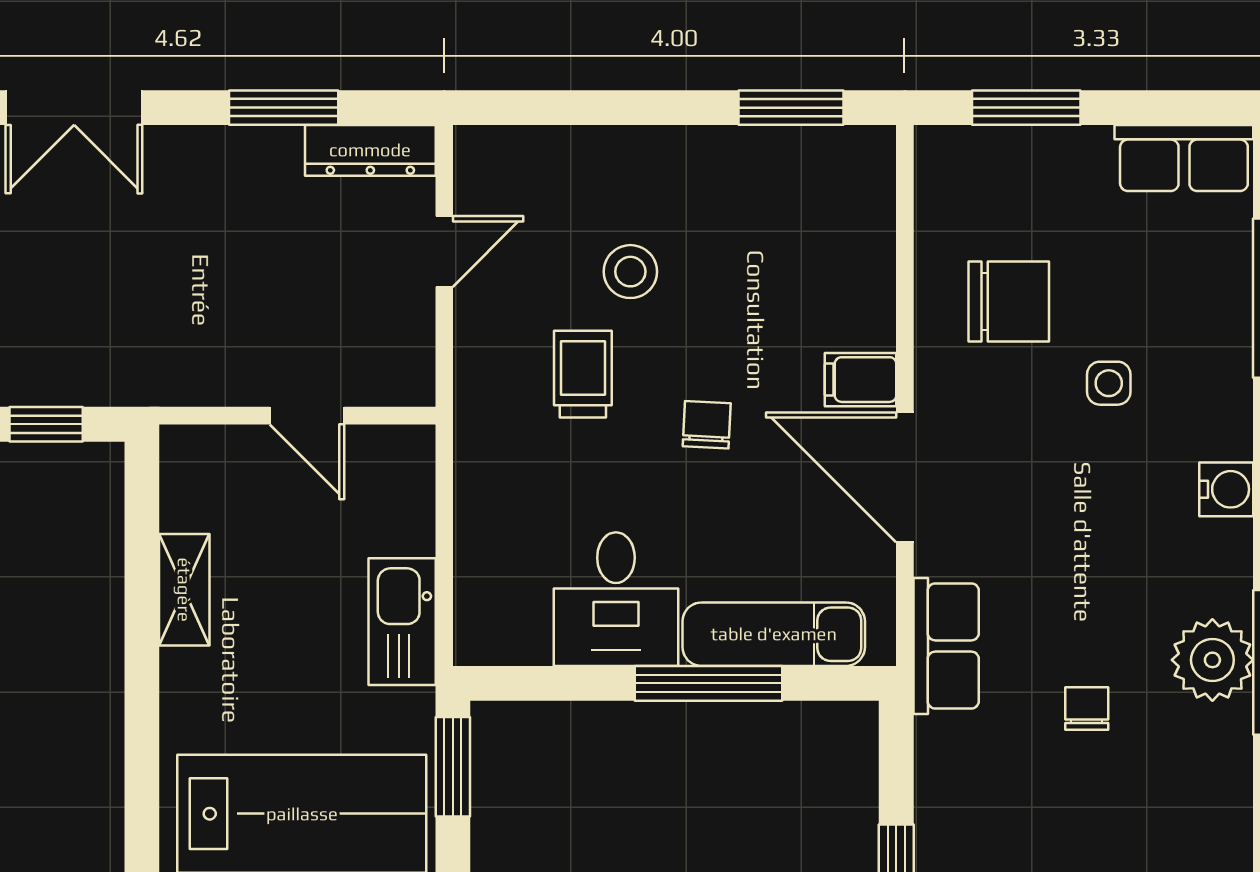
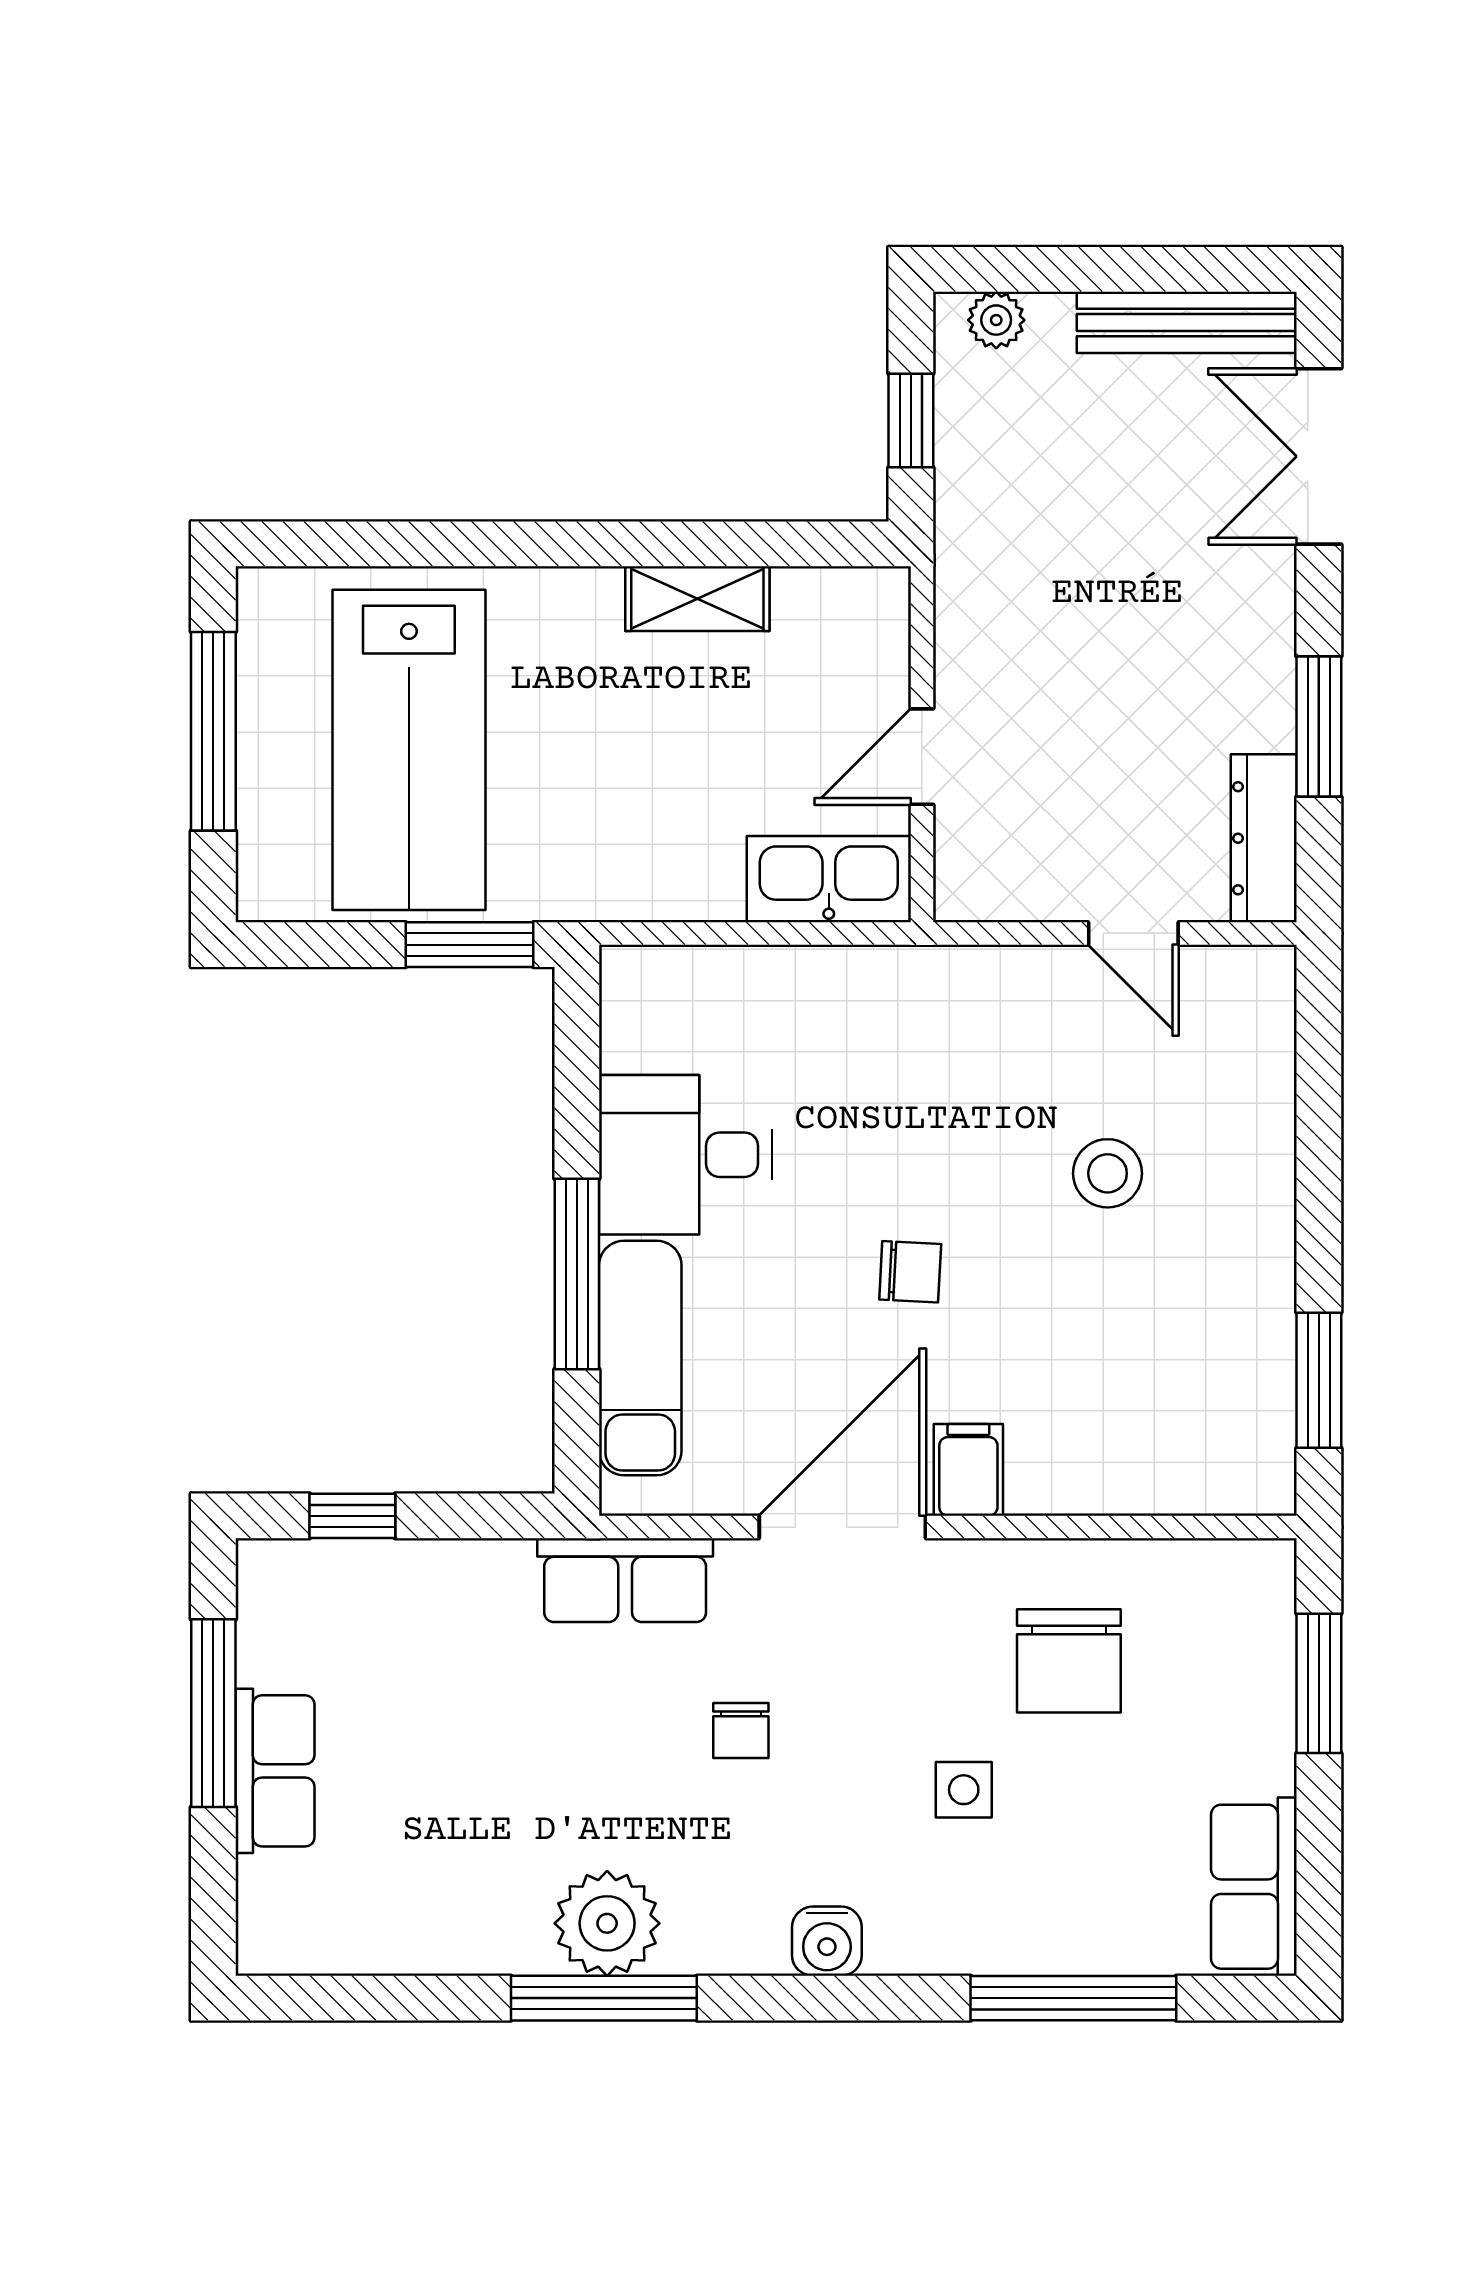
trolley: (583, 374) -> (975, 1112), removed
kitchen sink: (402, 622) -> (829, 879), moved
chair: (1087, 708) -> (741, 1730), moved, turned 90

